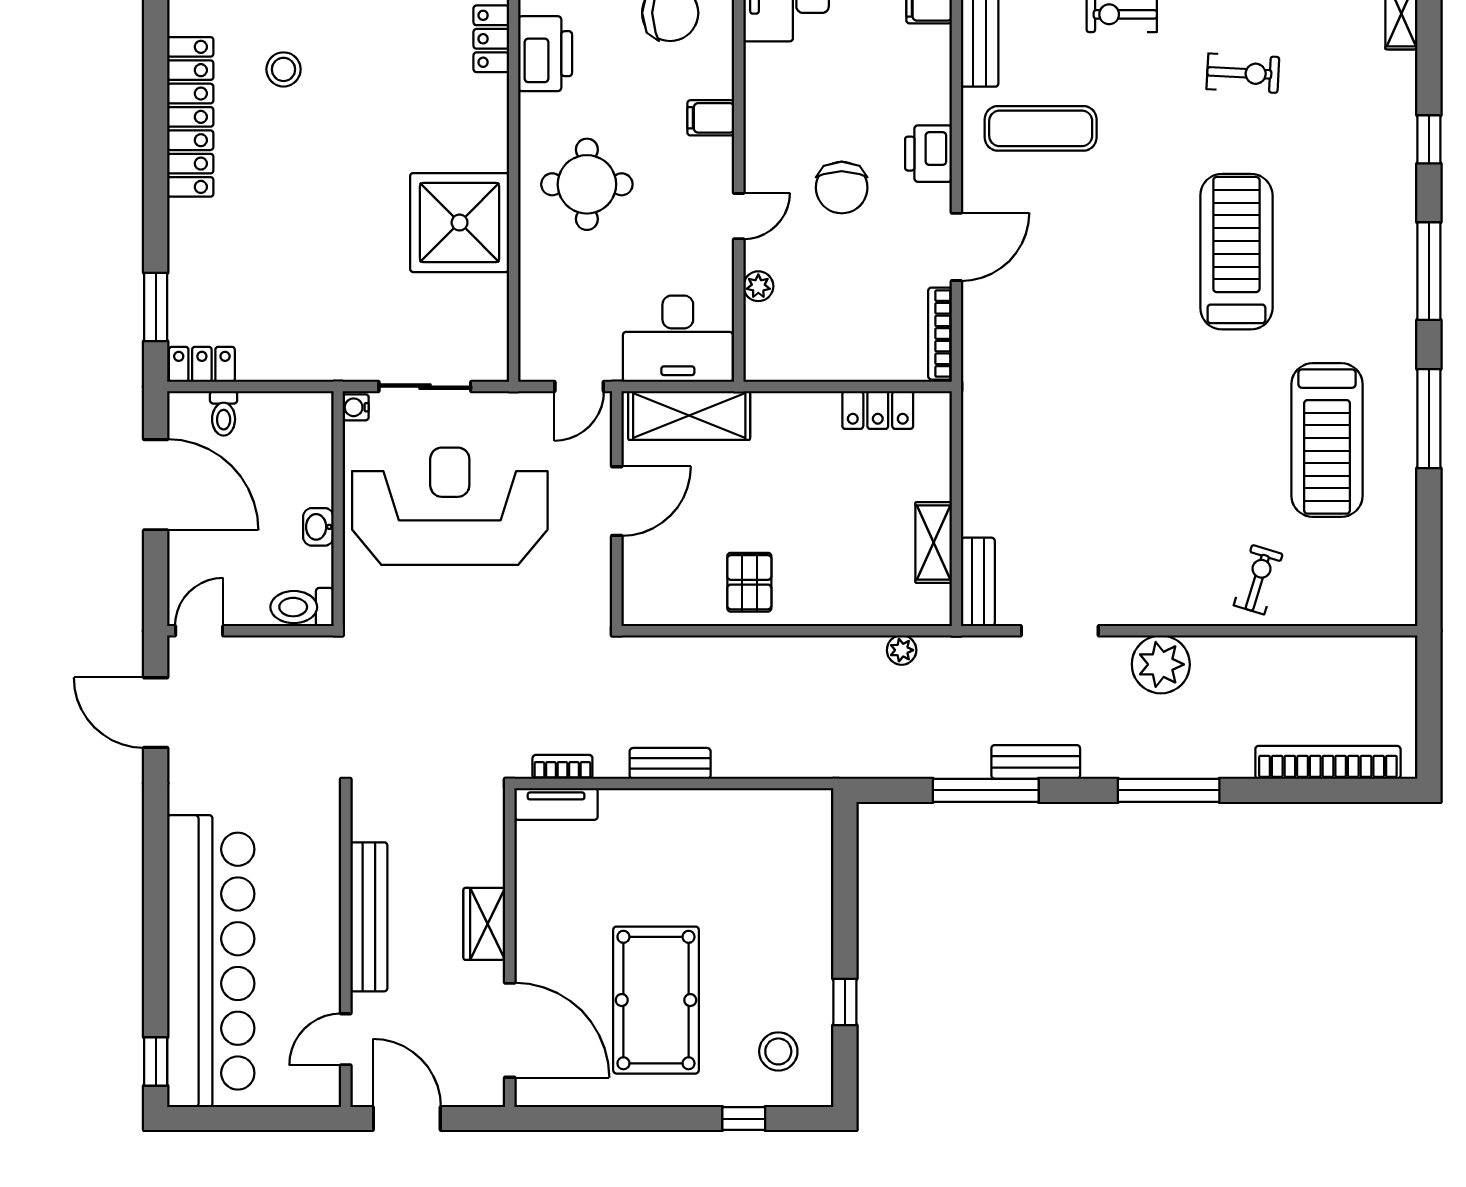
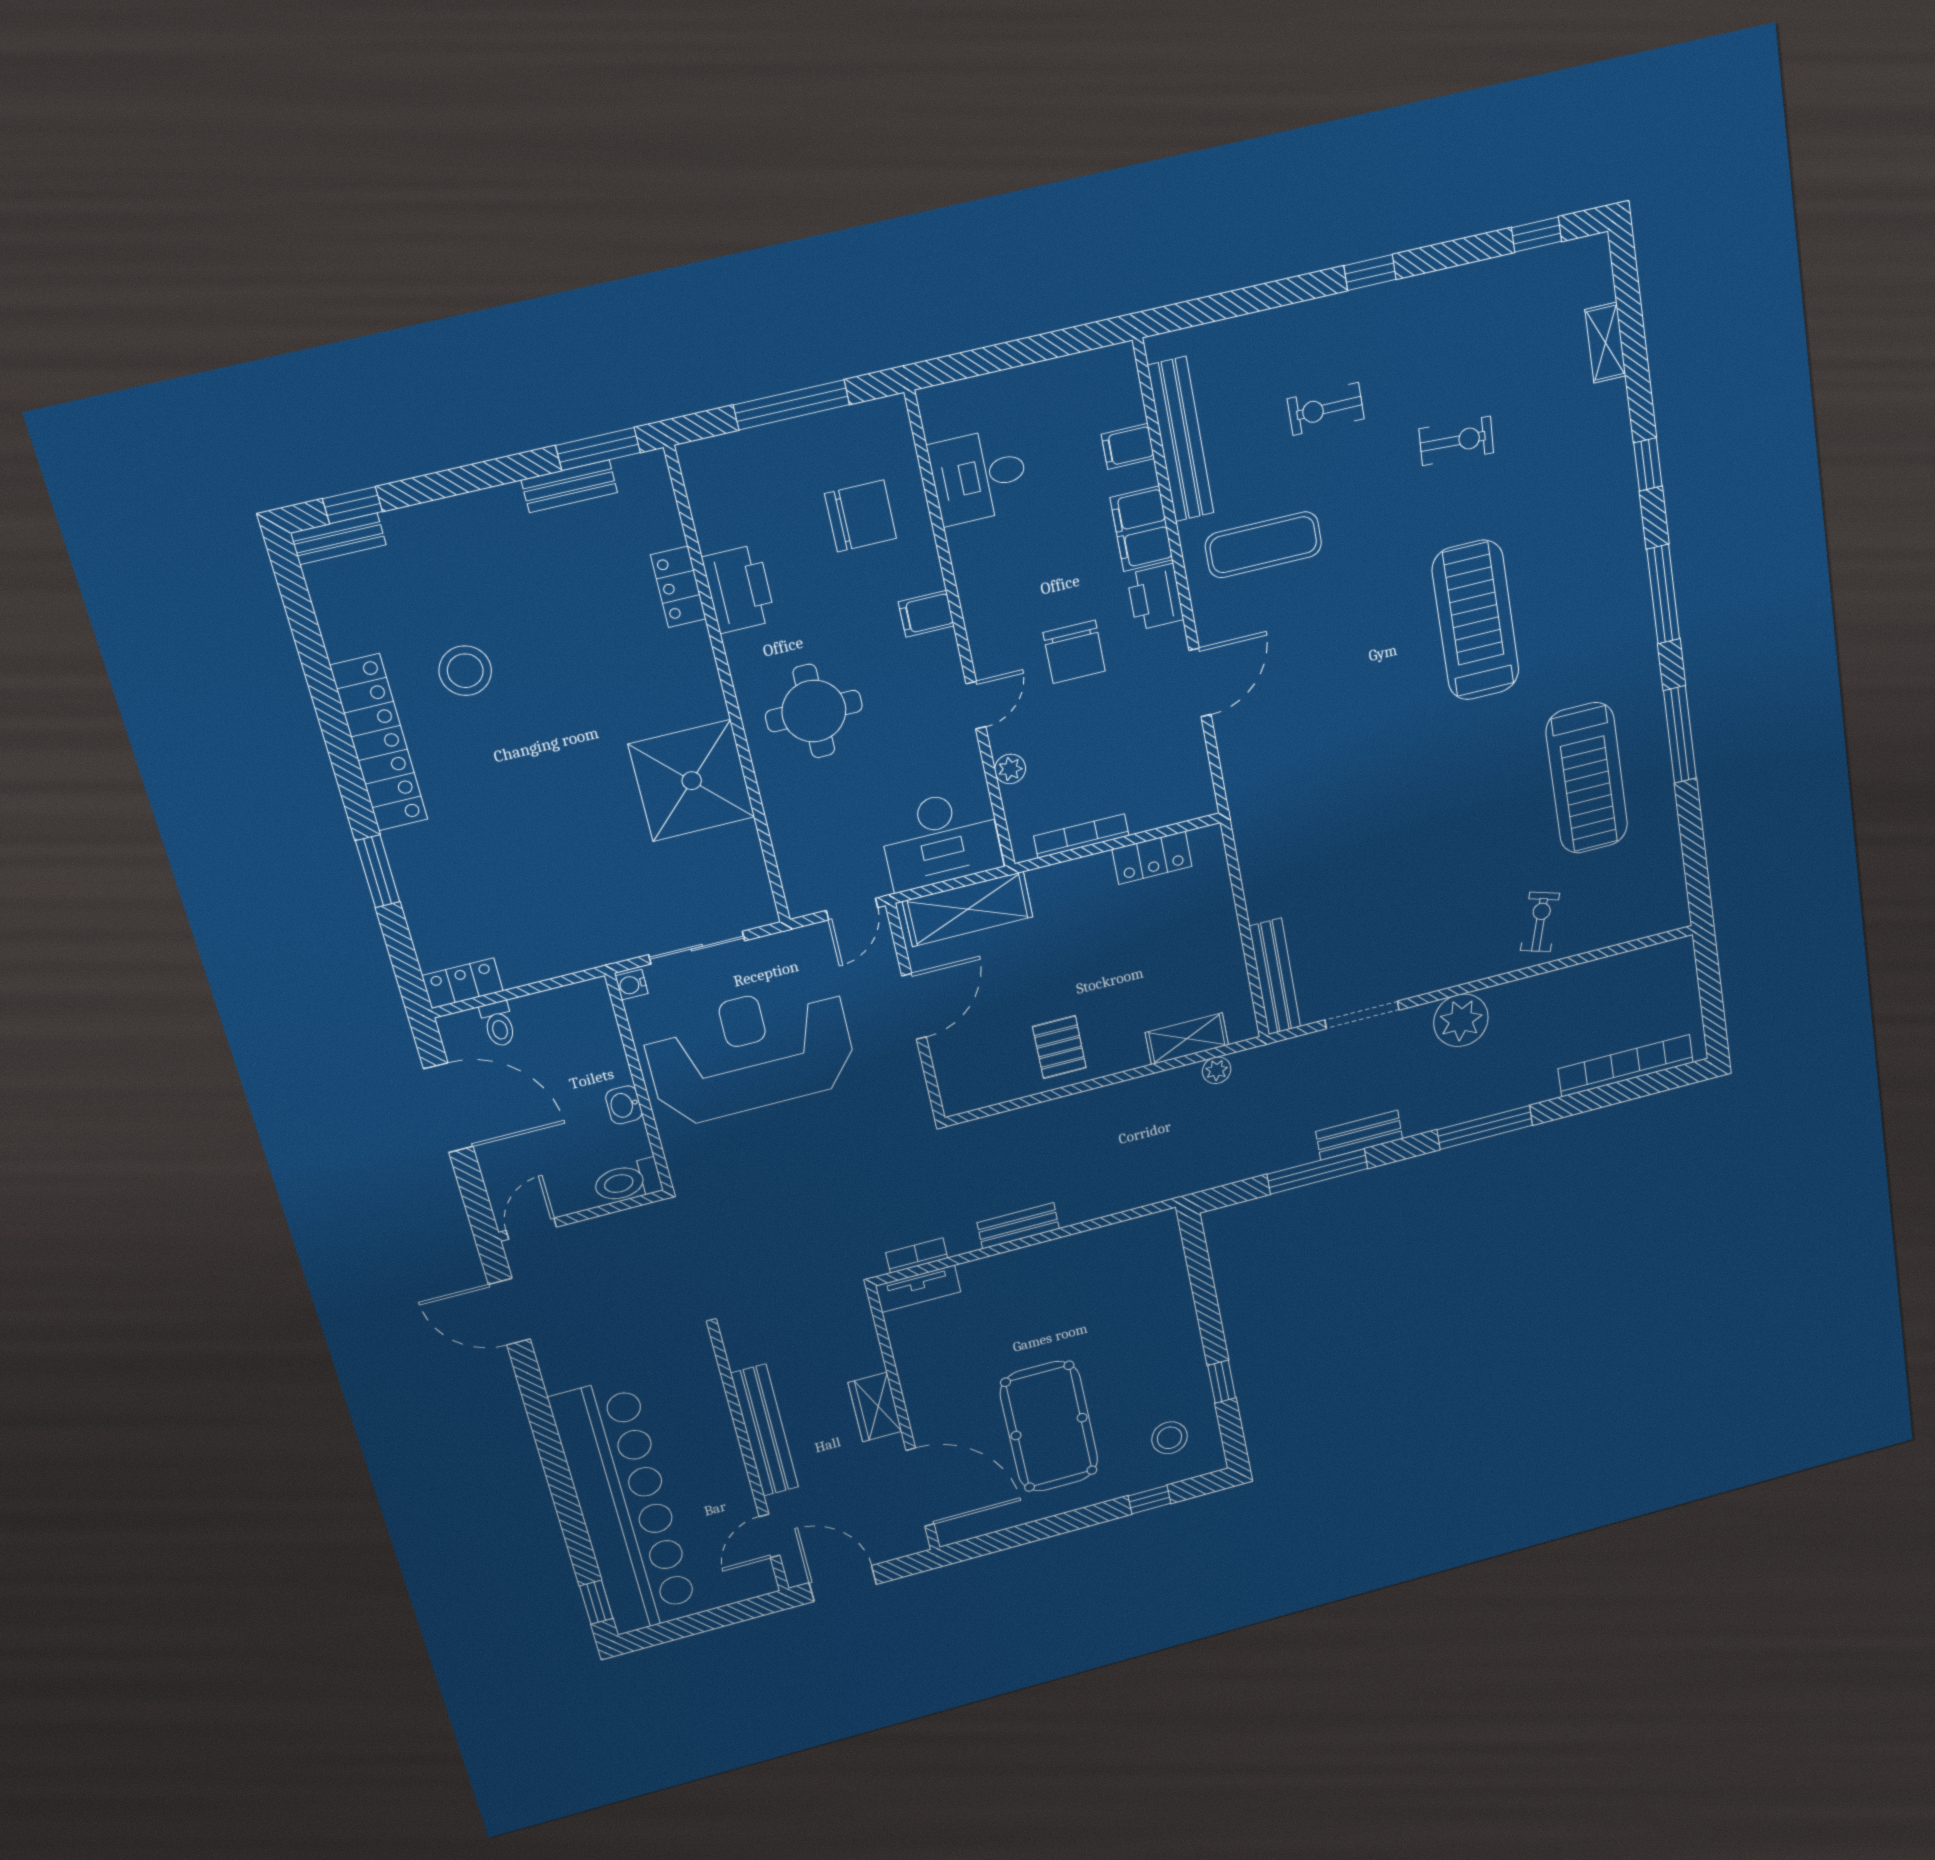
stool: (284, 69) -> (465, 671), width x1.38, depth x1.38
filing cabinet: (928, 86) -> (1142, 529), added
window: (156, 307) -> (378, 871), moved
bookcase: (940, 334) -> (1081, 836), moved, turned 90
shelving: (934, 543) -> (1187, 1039), moved, turned 90
bench: (978, 582) -> (1275, 977), width x1.36

